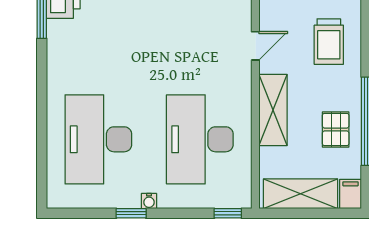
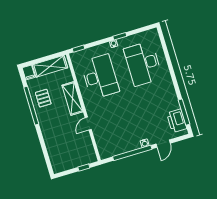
trolley: (329, 42) -> (57, 135), removed
desk: (98, 139) -> (143, 64), turned 180

